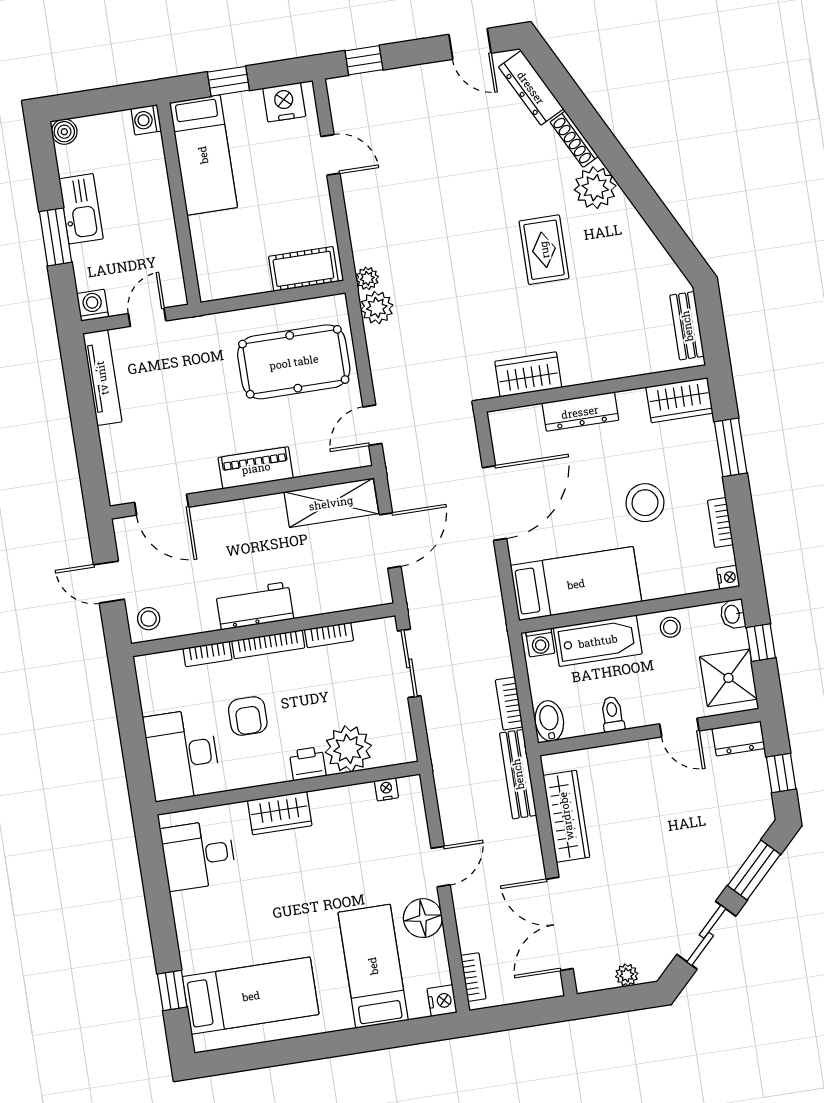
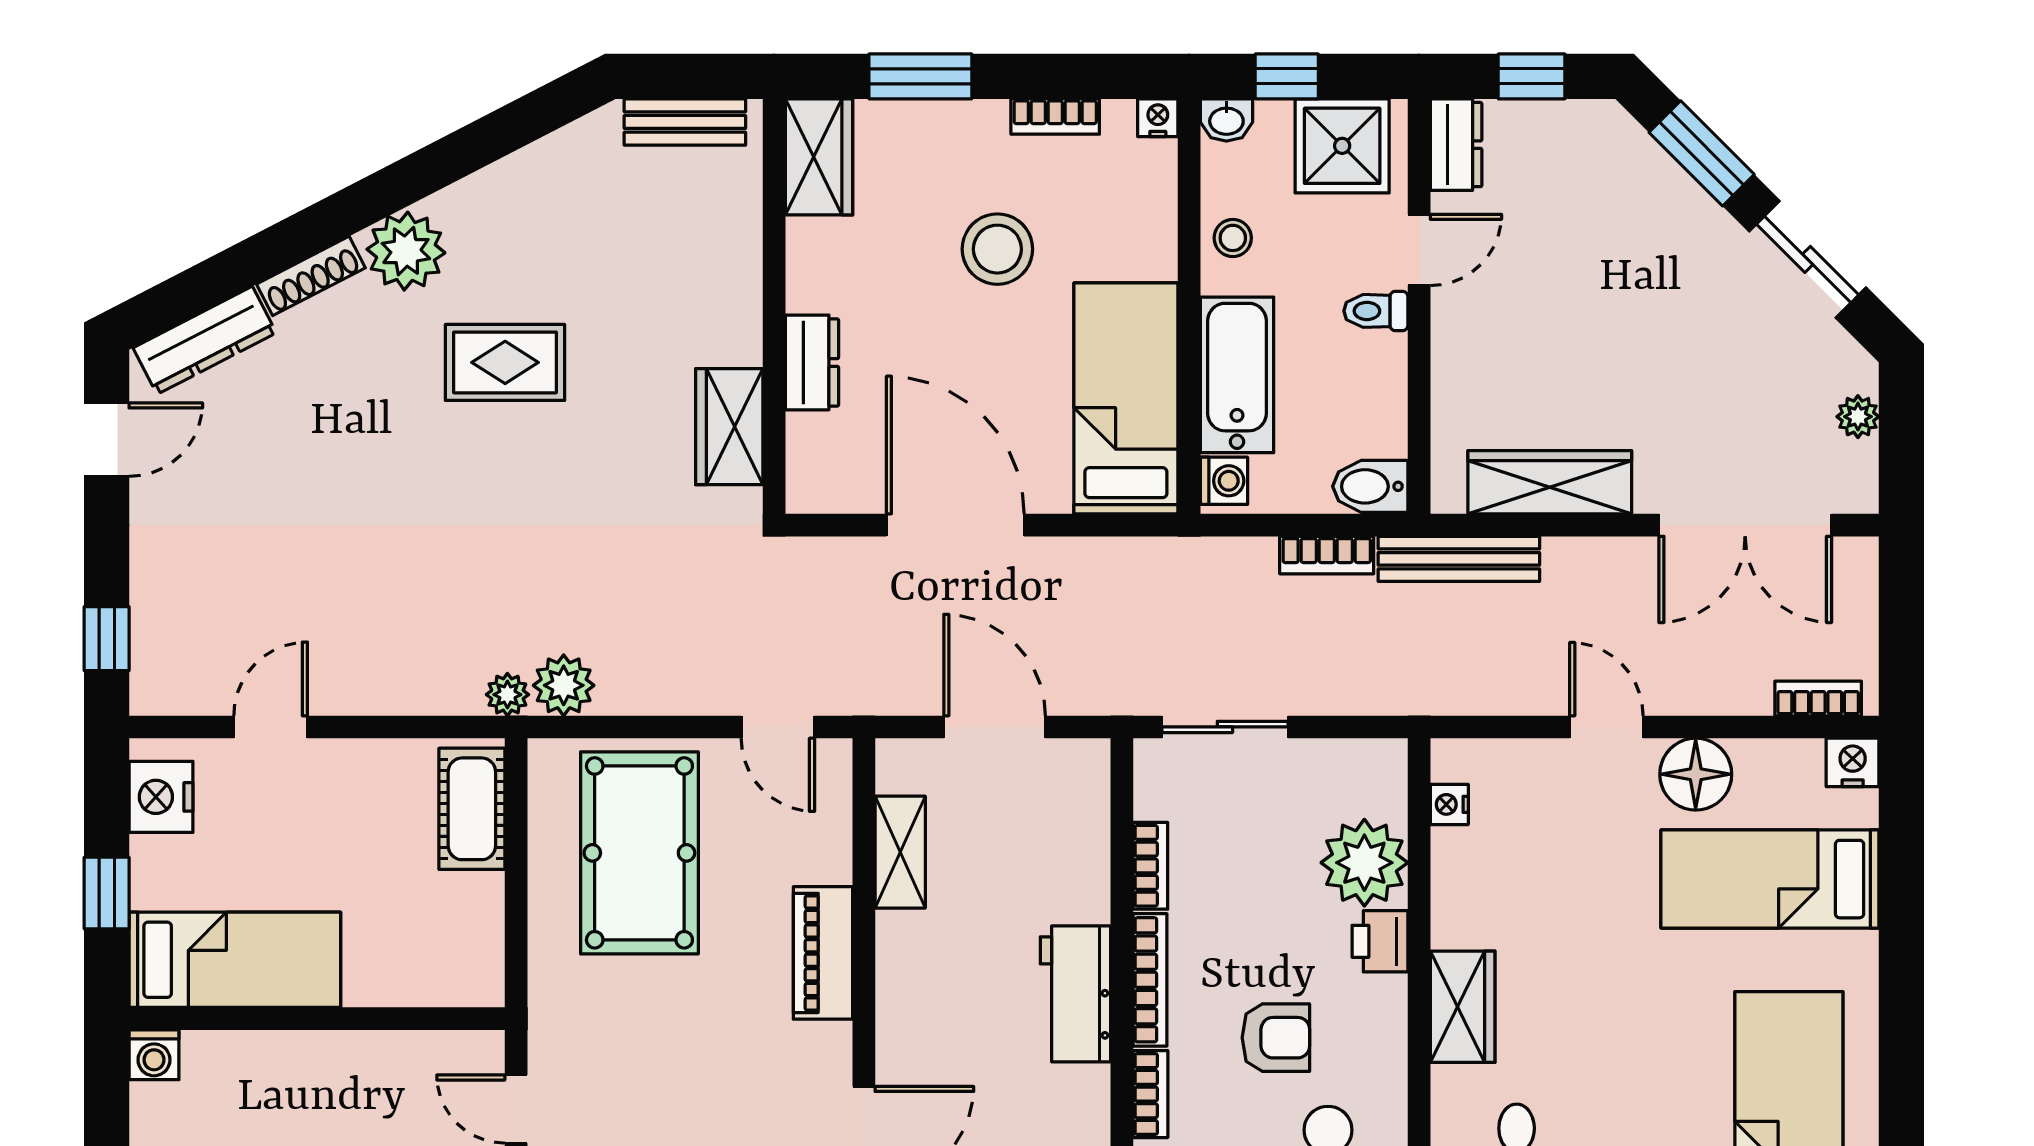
dresser: (580, 412) -> (812, 362), width x0.70
shelving: (331, 503) -> (900, 852), width x0.67, depth x0.75
toilet: (612, 714) -> (1376, 311), moved

